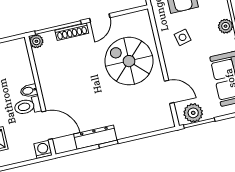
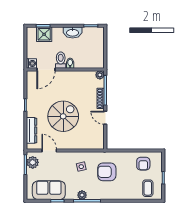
spiral stairs: (129, 61) -> (63, 116), moved
door: (169, 92) -> (49, 150), swing flipped
dresser: (95, 137) -> (32, 130), moved

